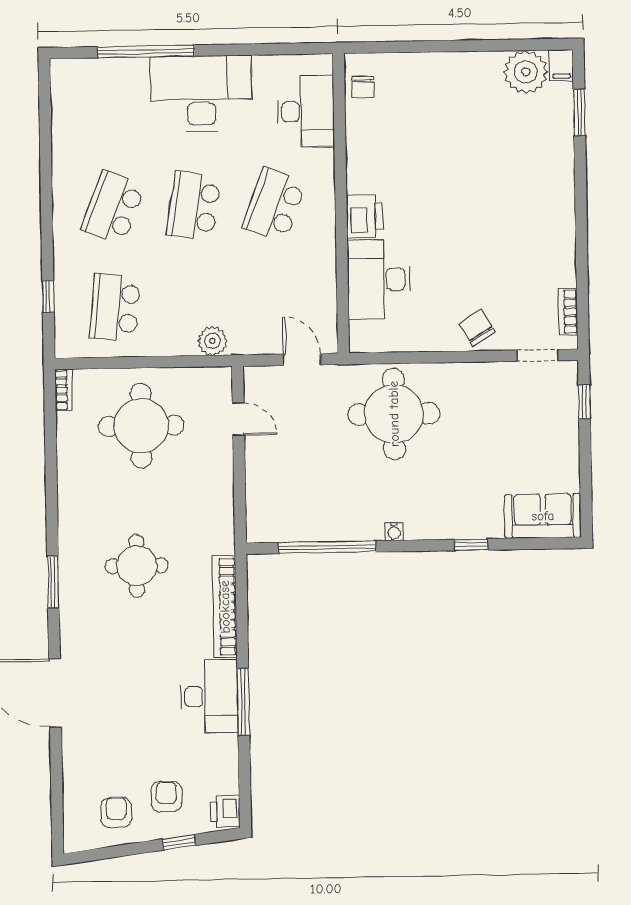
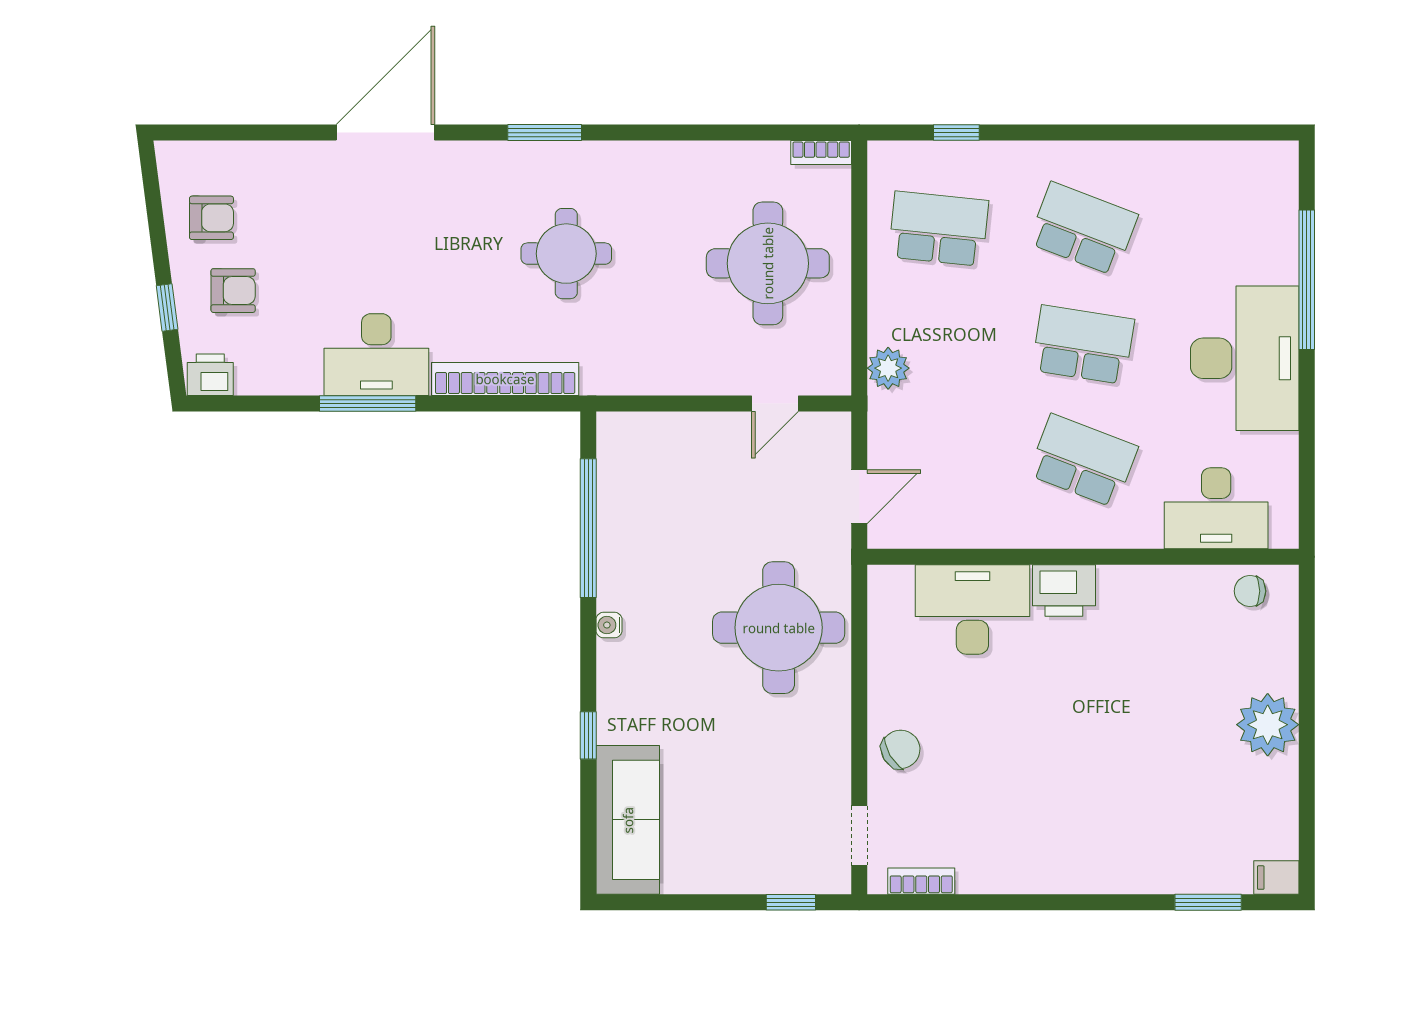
plant: (526, 72) -> (1268, 725), moved
sofa: (543, 516) -> (628, 820), width x1.36

